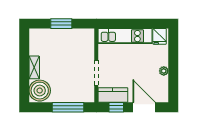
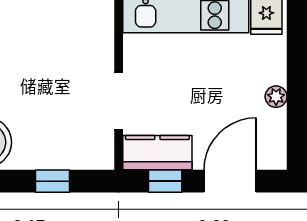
window: (68, 107) -> (53, 181), width x0.46
door: (144, 107) -> (230, 181), hinge flipped

